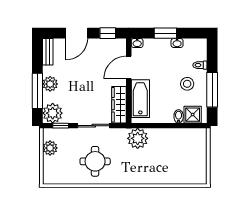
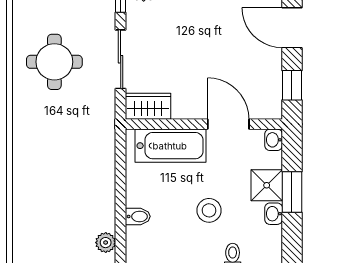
stool: (187, 84) -> (209, 210), moved
wardrobe: (119, 105) -> (148, 106), width x0.67
shower: (193, 115) -> (267, 185), moved
plant: (138, 138) -> (106, 243), moved, width x0.53, depth x0.53

